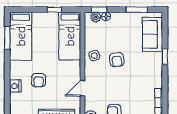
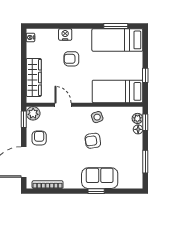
sofa: (153, 34) -> (100, 178), moved

